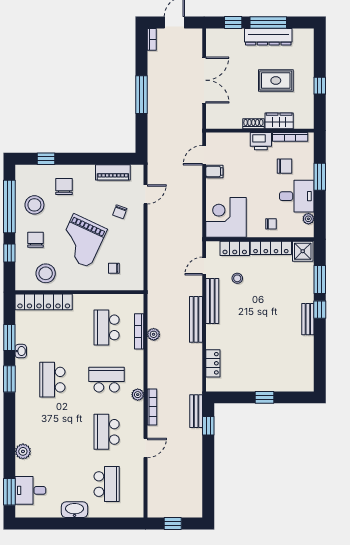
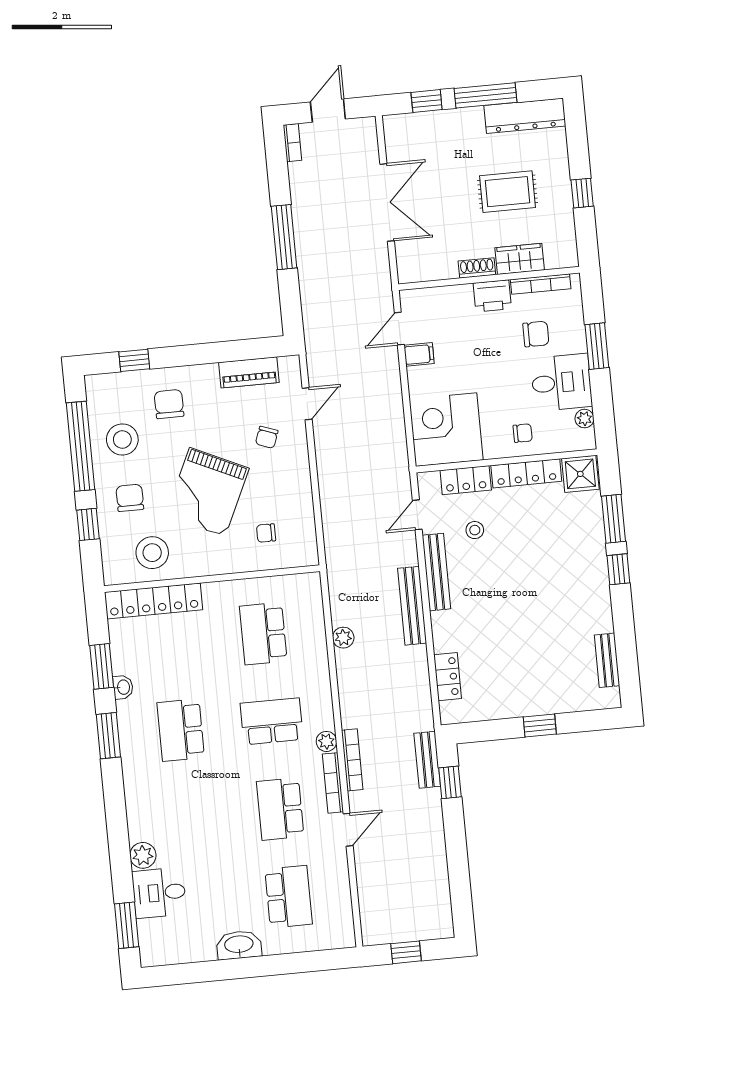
dresser: (268, 37) -> (525, 116), moved
bench: (308, 319) -> (607, 660), moved
bookcase: (139, 331) -> (333, 783), moved
desk: (30, 490) -> (159, 893), moved

